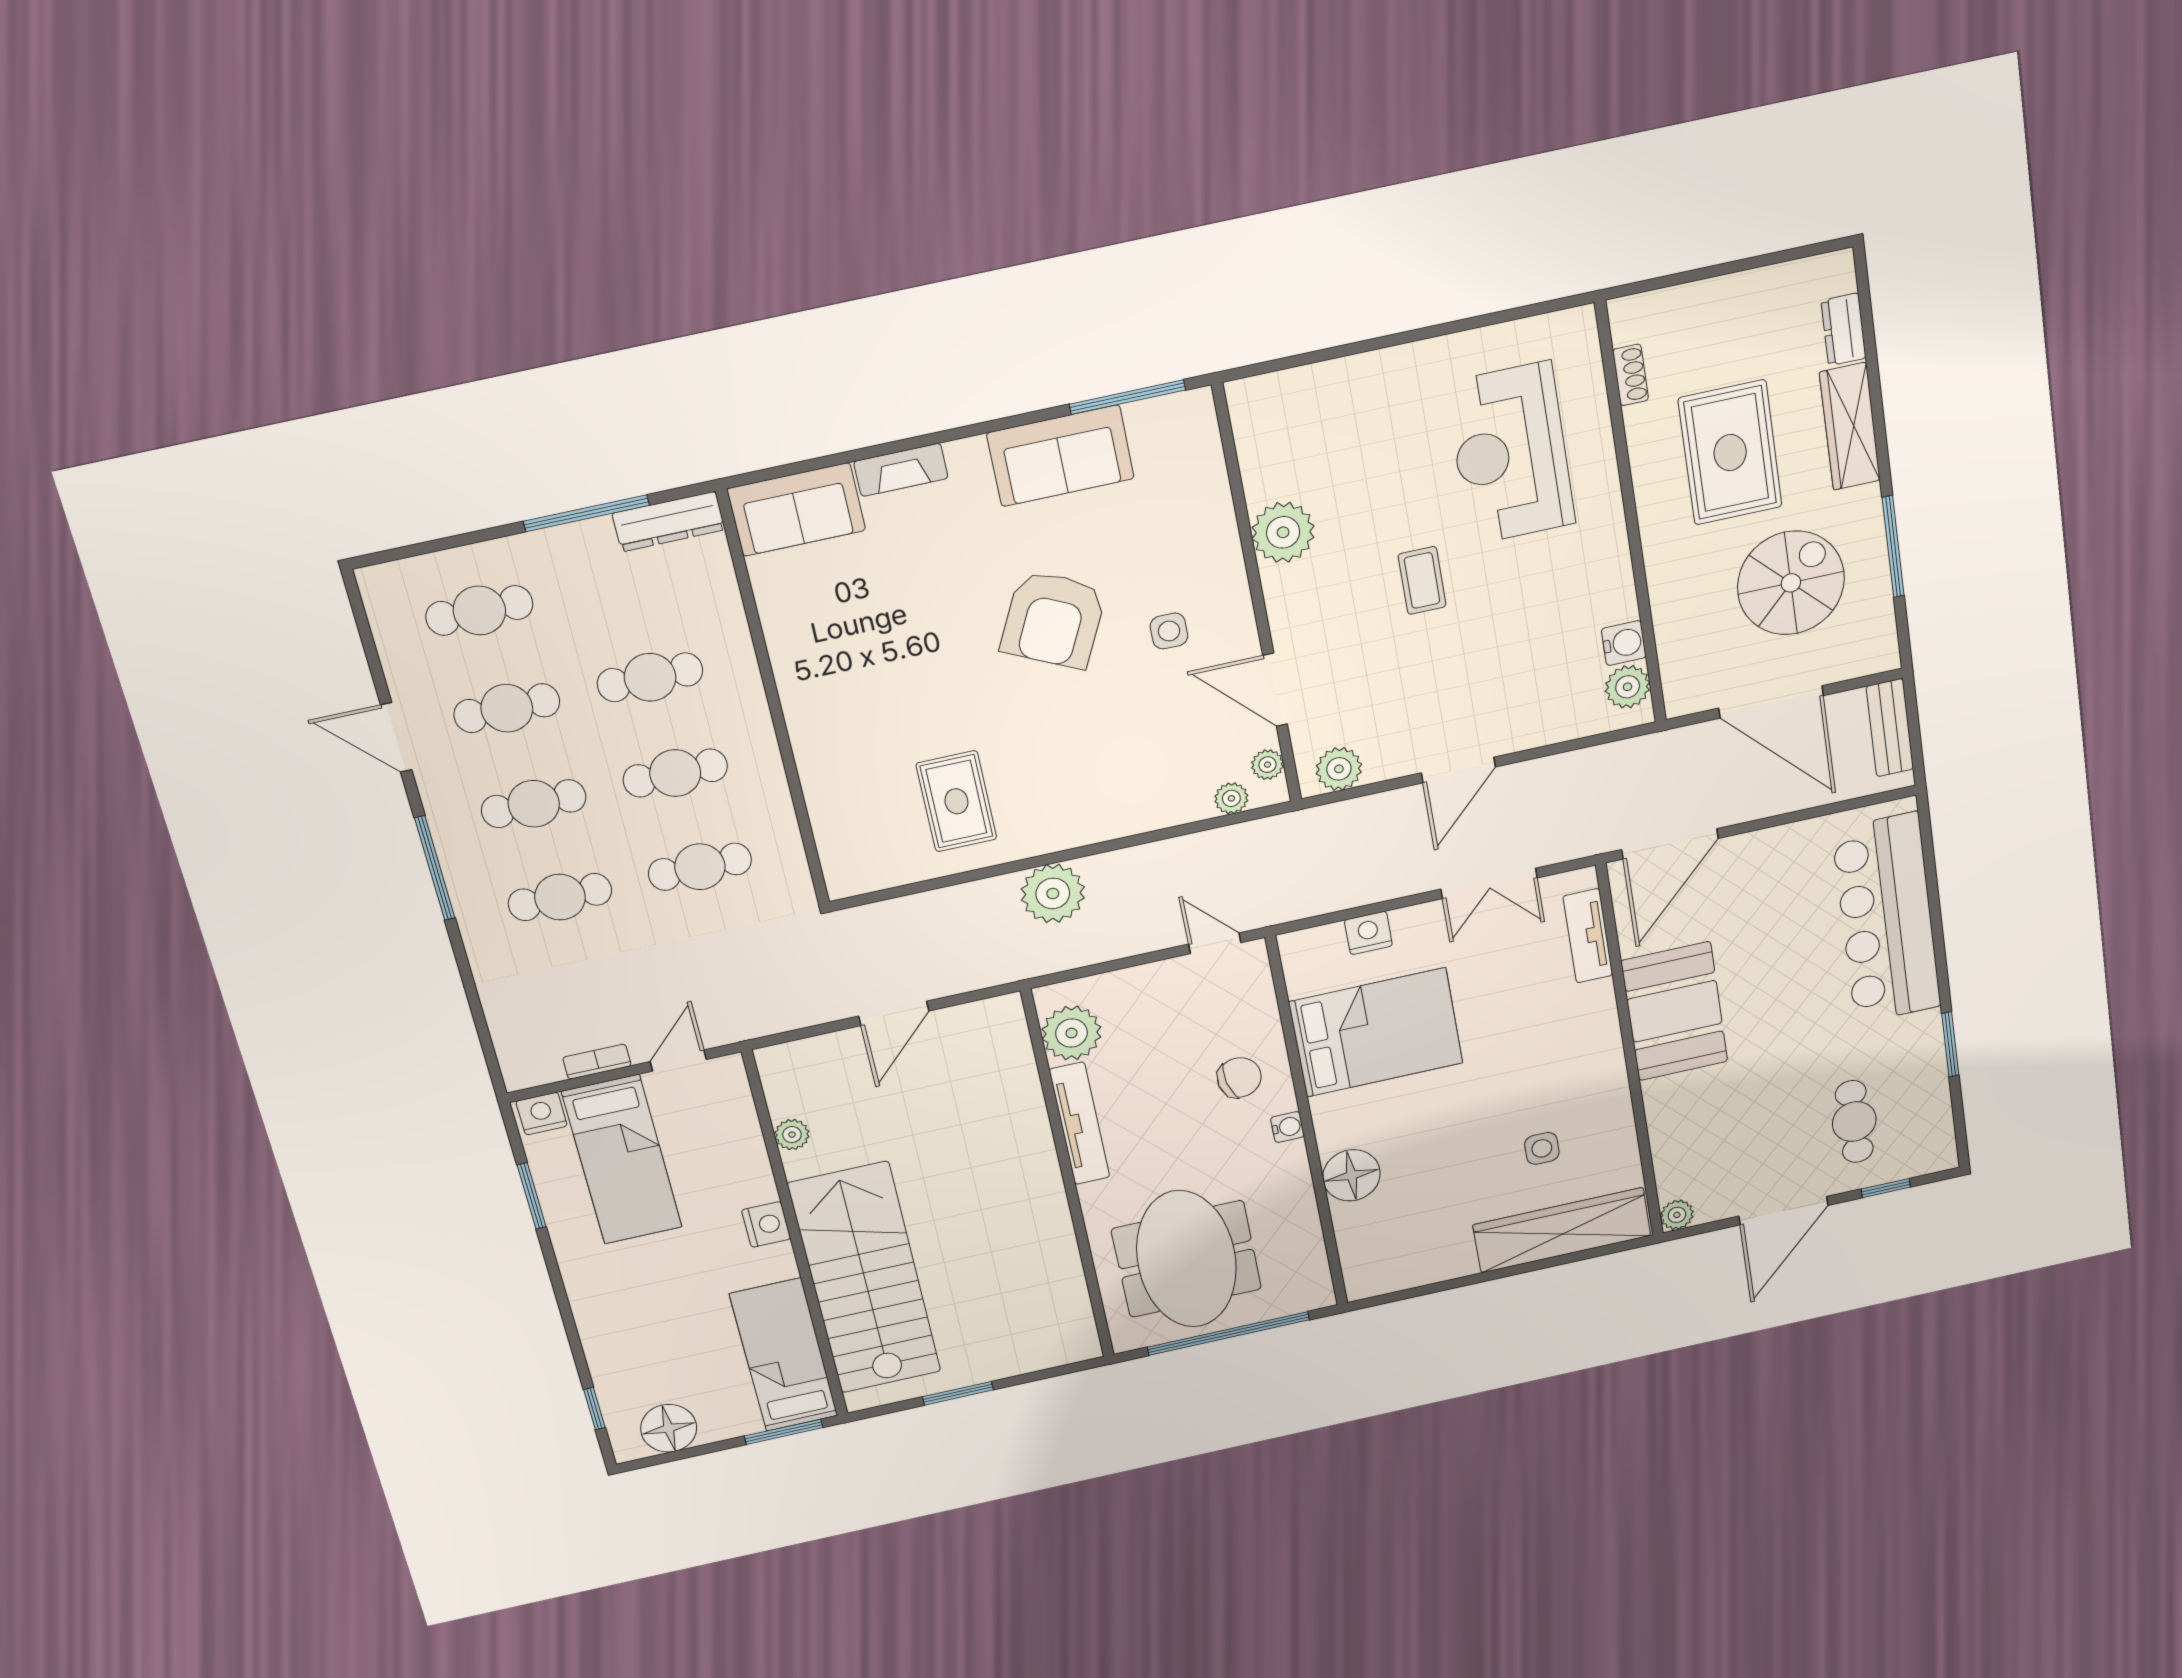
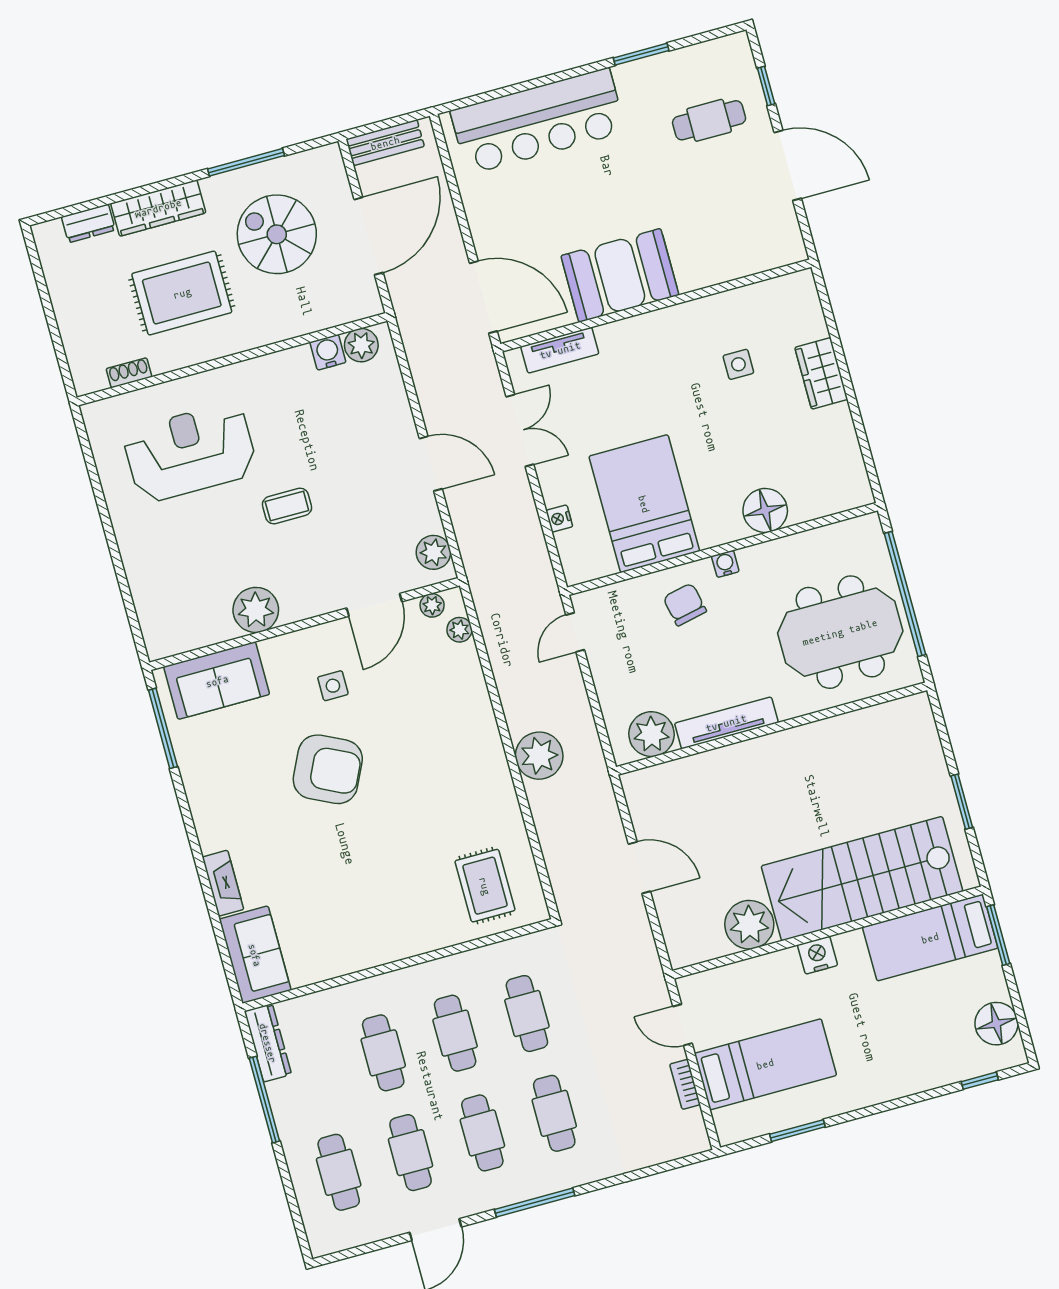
reception desk: (1511, 453) -> (190, 452), turned 180
sofa: (1060, 456) -> (217, 681), moved, turned 90
rug: (956, 801) -> (485, 886), moved, turned 90
nightstand: (1368, 933) -> (559, 519), width x0.72, depth x0.74
nightstand: (541, 1114) -> (729, 1124), removed
plant: (792, 1135) -> (749, 925), width x1.88, depth x1.88
plant: (1677, 1215) -> (793, 250), removed
wardrobe: (1562, 1230) -> (821, 373), width x0.48, depth x0.85

